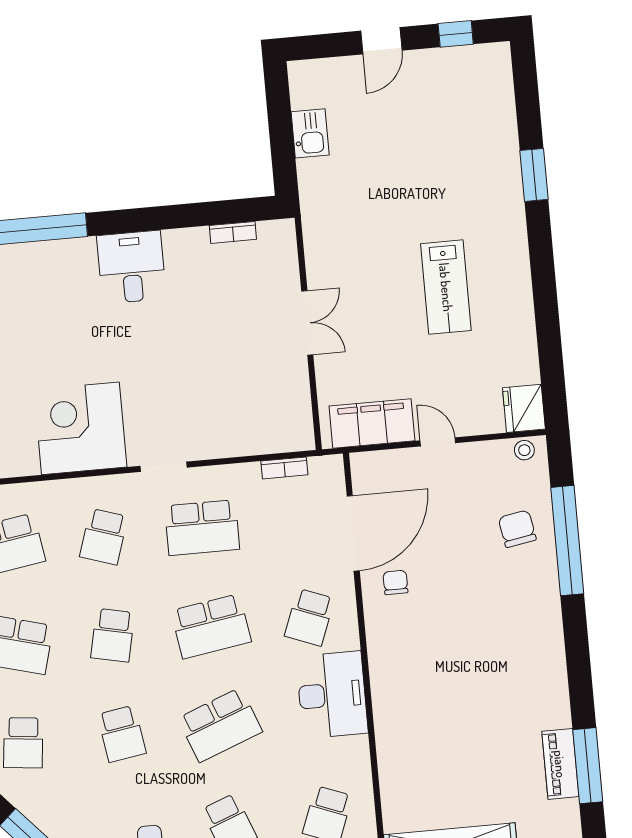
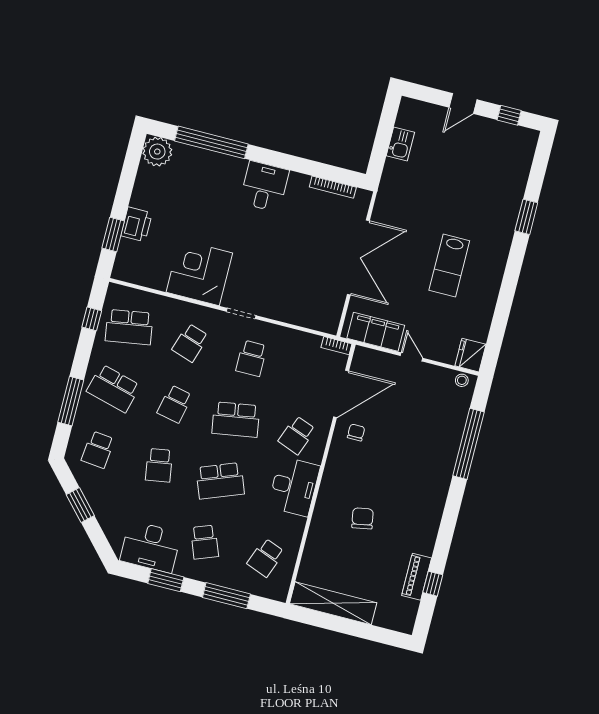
bookcase: (233, 232) -> (333, 187), width x1.56
double door: (307, 323) -> (358, 257), width x1.87
bookcase: (284, 468) -> (336, 346), moved
school desk: (202, 528) -> (251, 358), width x0.54
chair: (517, 529) -> (363, 518), moved
window: (588, 766) -> (433, 584), width x0.46

